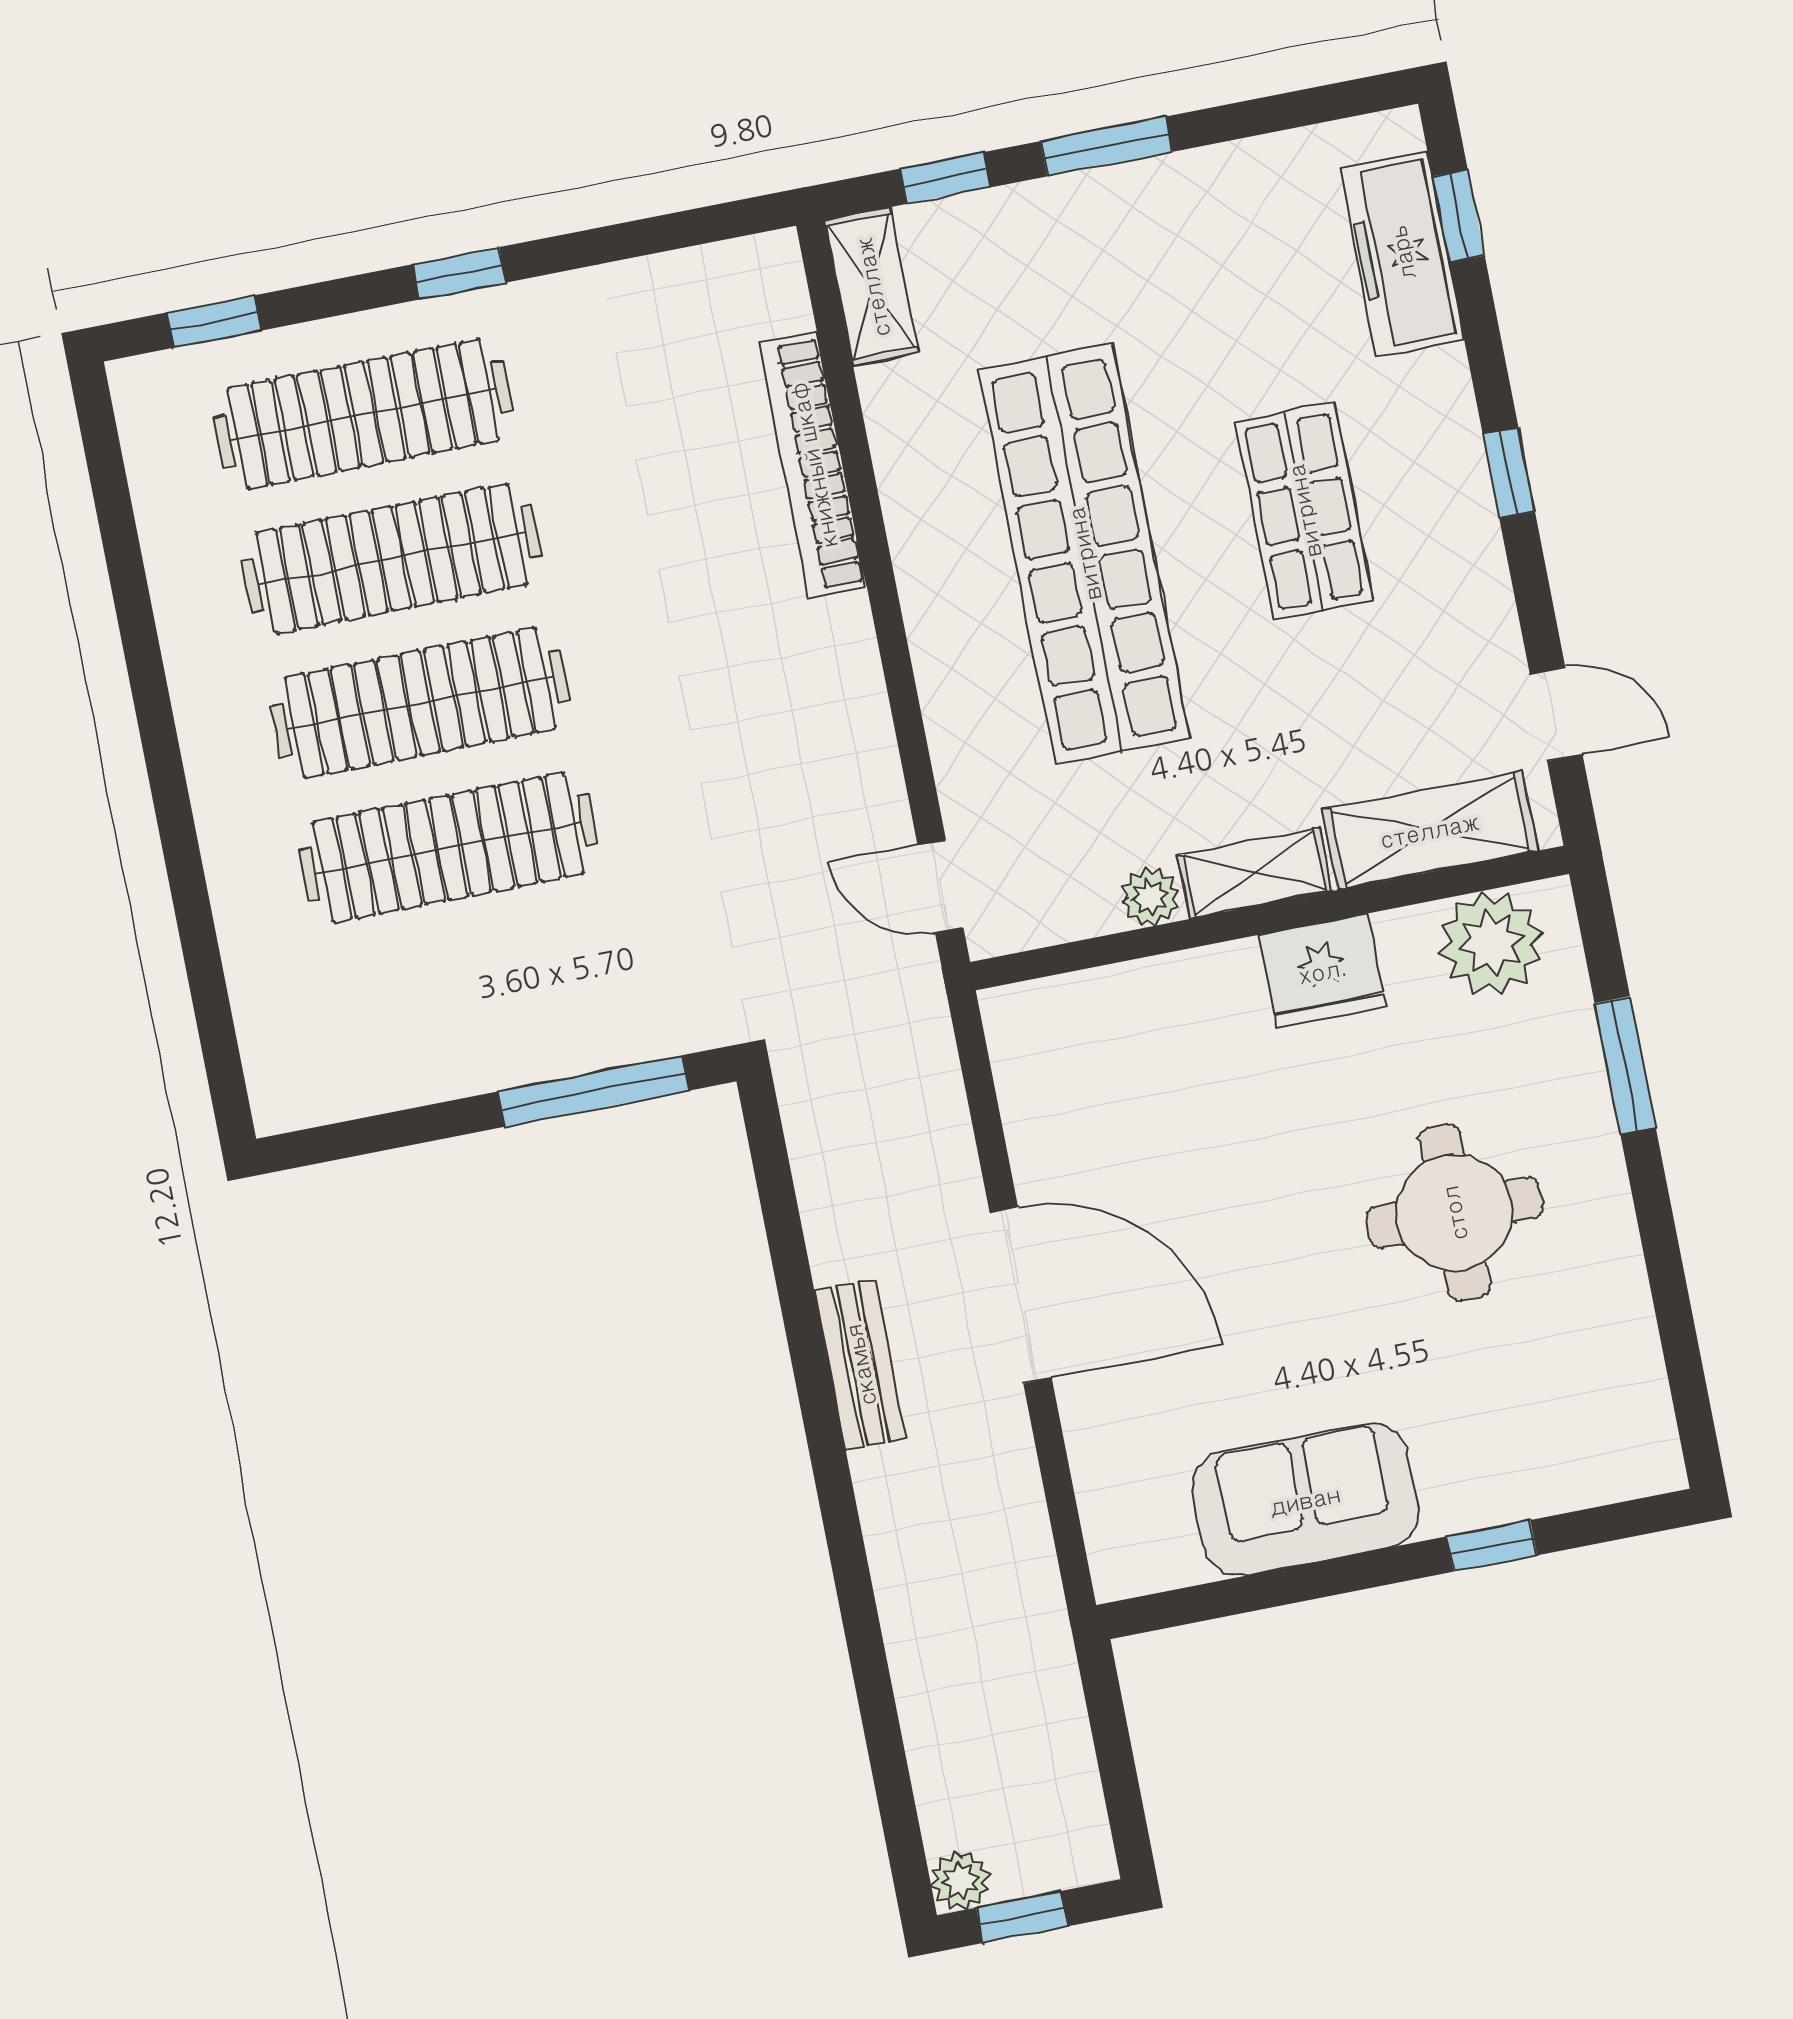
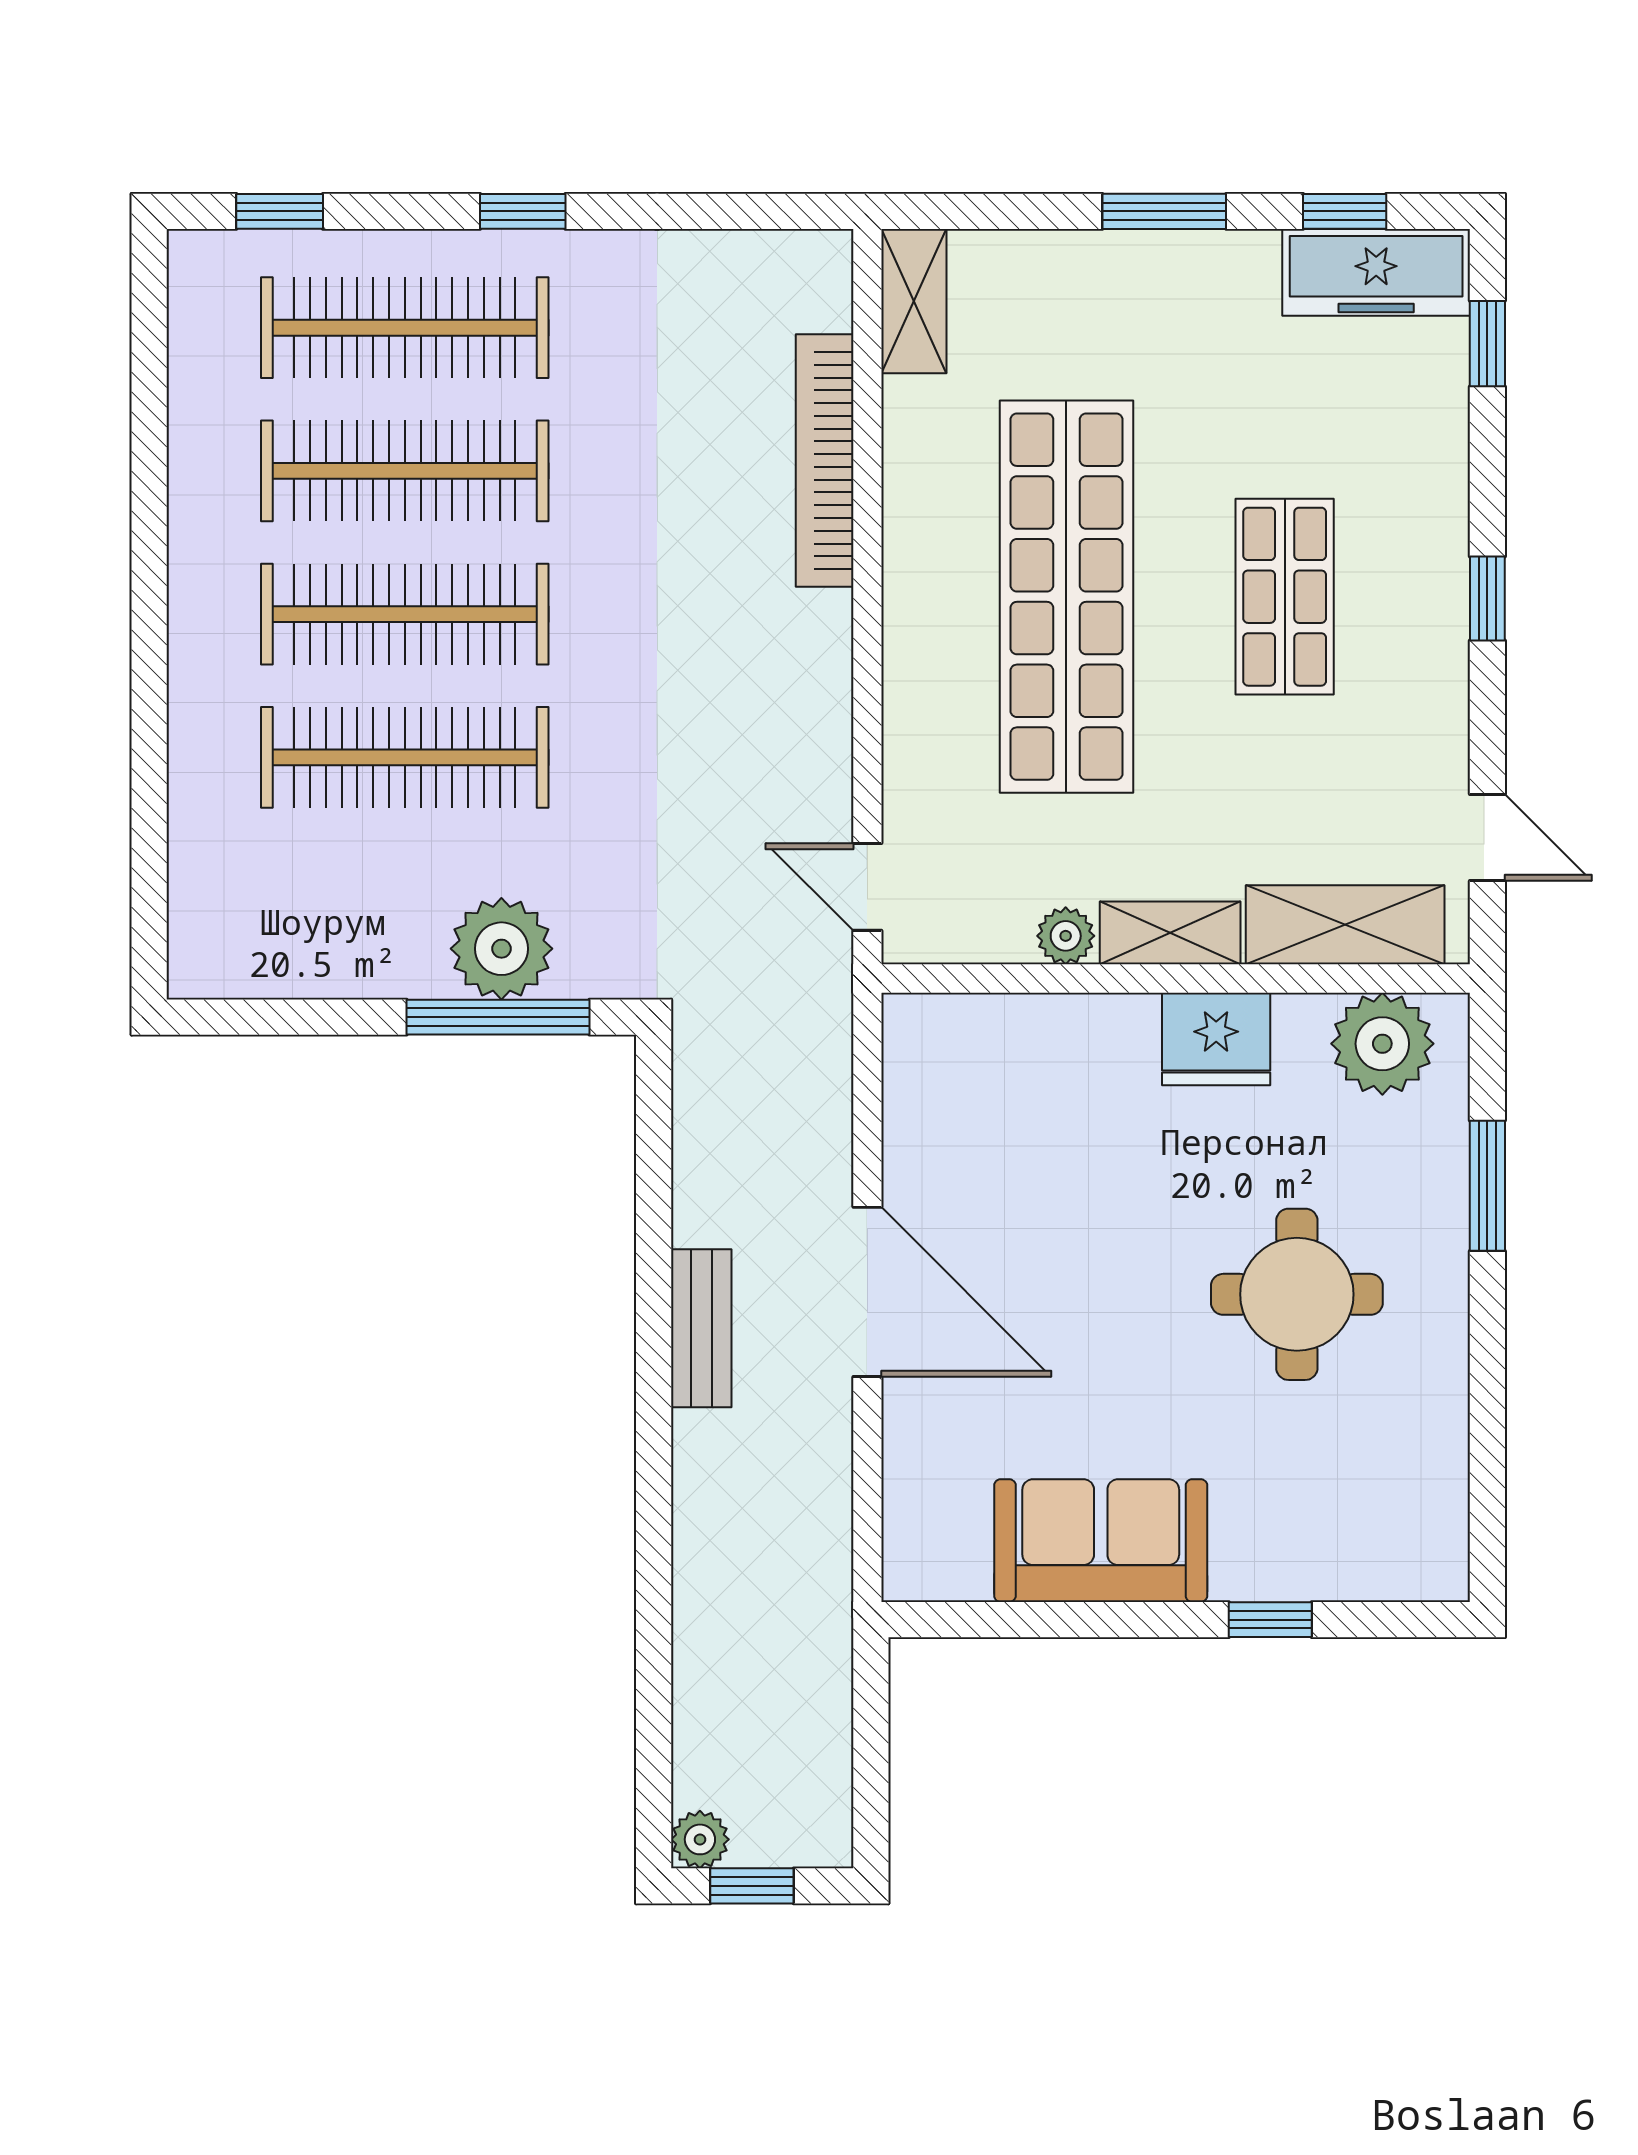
window: (945, 178) -> (1345, 211), moved
freezer: (1402, 253) -> (1376, 272), moved, turned -90
plant: (584, 1021) -> (501, 949), added

